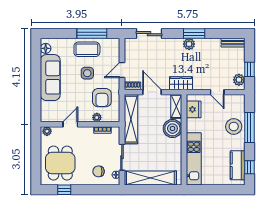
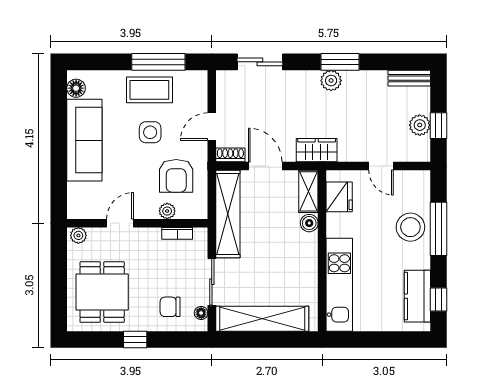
plant: (239, 80) -> (420, 125), moved
boiler: (172, 129) -> (309, 223), width x0.54, depth x0.54
window: (64, 190) -> (135, 340), moved

